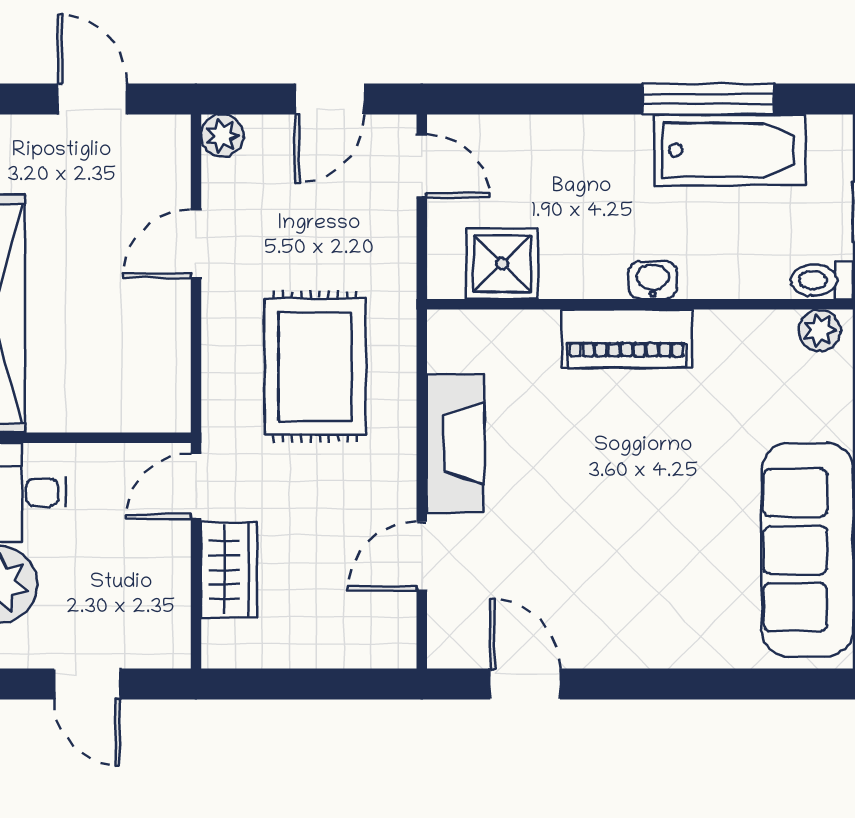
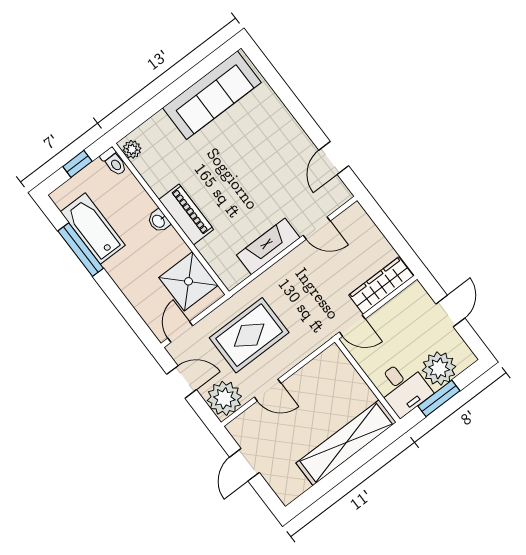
plant: (222, 136) -> (224, 398), width x1.87, depth x1.87
shower: (502, 264) -> (188, 281), width x1.36, depth x1.36
rug: (315, 367) -> (249, 335), moved
wardrobe: (229, 570) -> (381, 285), width x1.50

